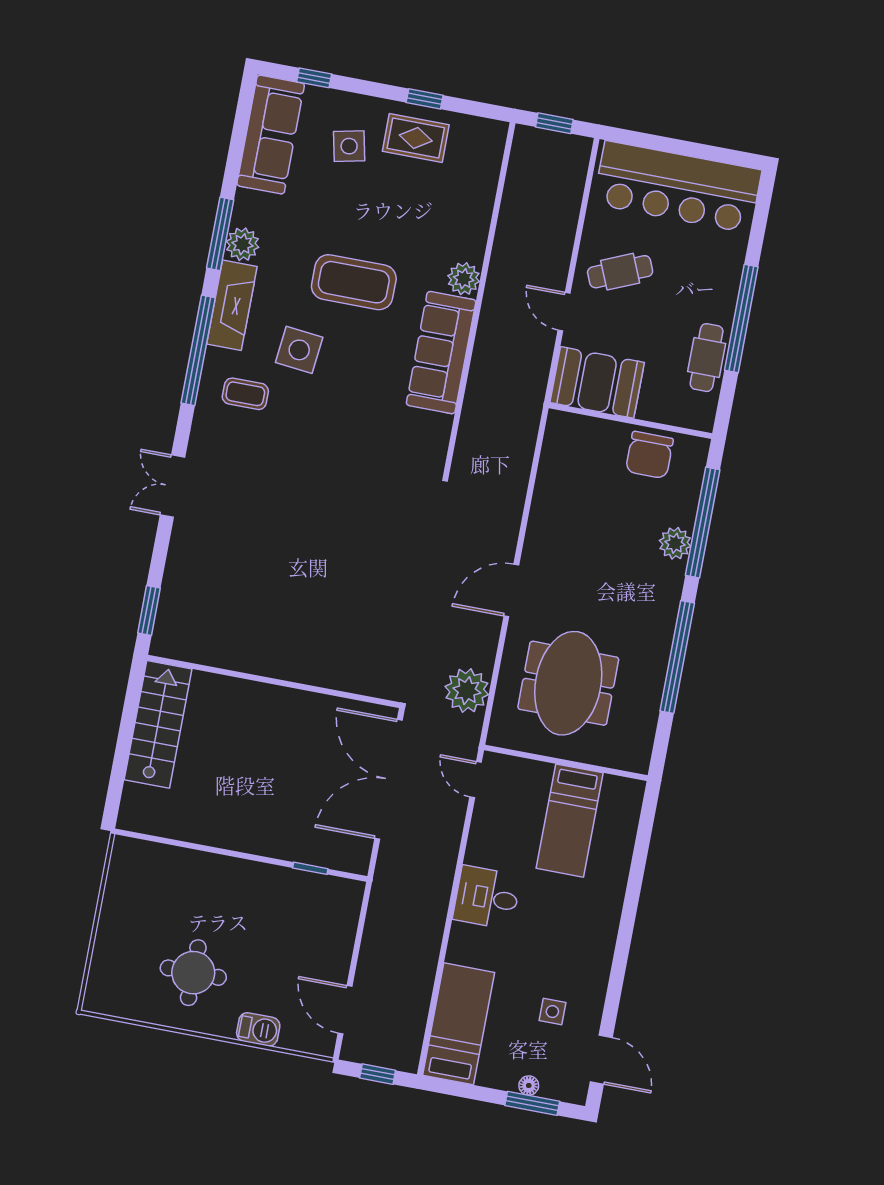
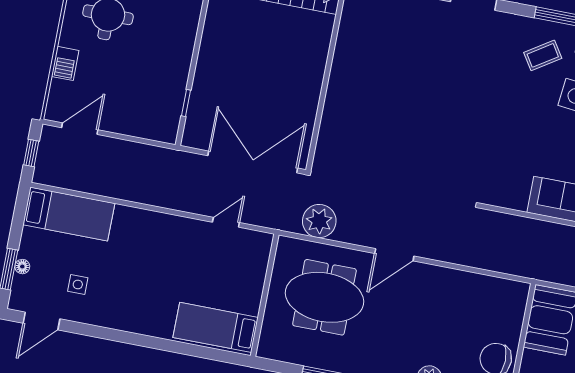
coffee table: (245, 394) -> (543, 55), turned 57
door: (511, 590) -> (394, 255), swing flipped
door: (476, 780) -> (226, 222), moved
bed: (570, 821) -> (216, 327), moved
desk: (487, 897) -> (164, 236), removed

